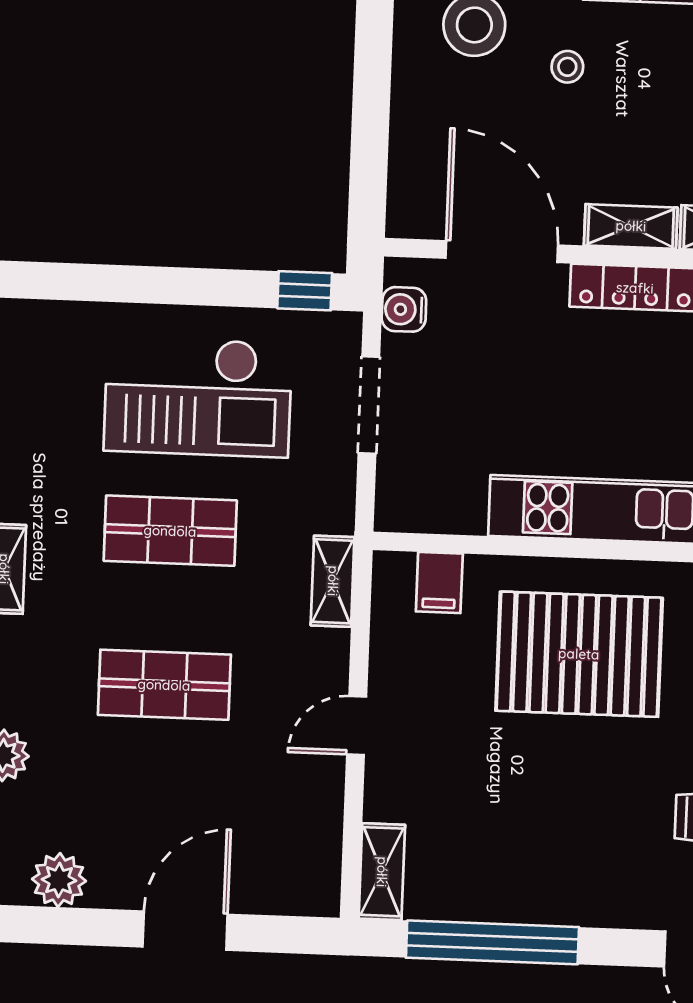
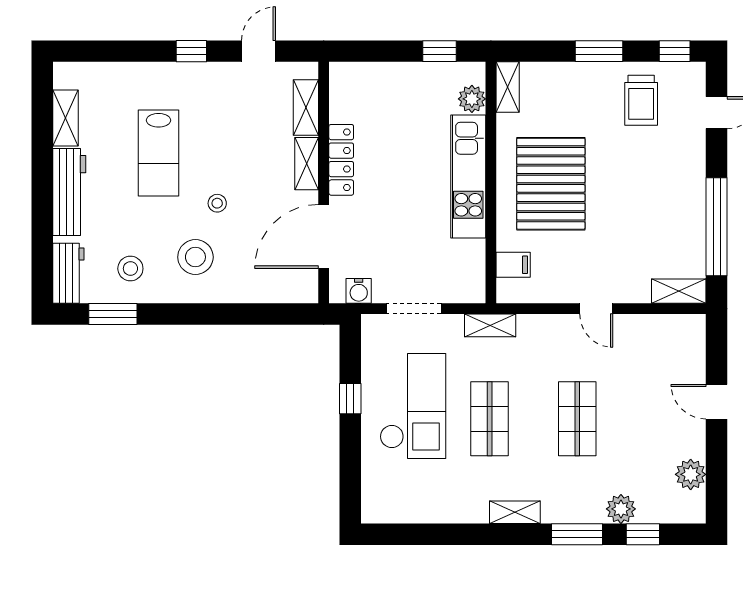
window: (305, 291) -> (350, 399), moved
shelving: (333, 581) -> (490, 325), moved
door: (185, 931) -> (717, 402), width x0.73

